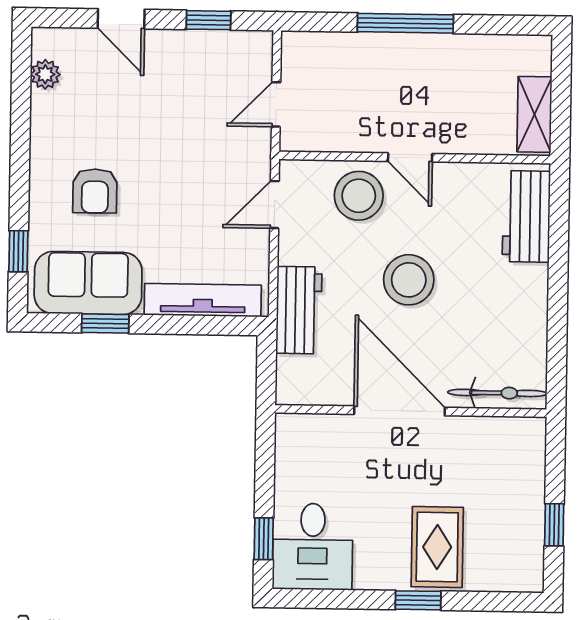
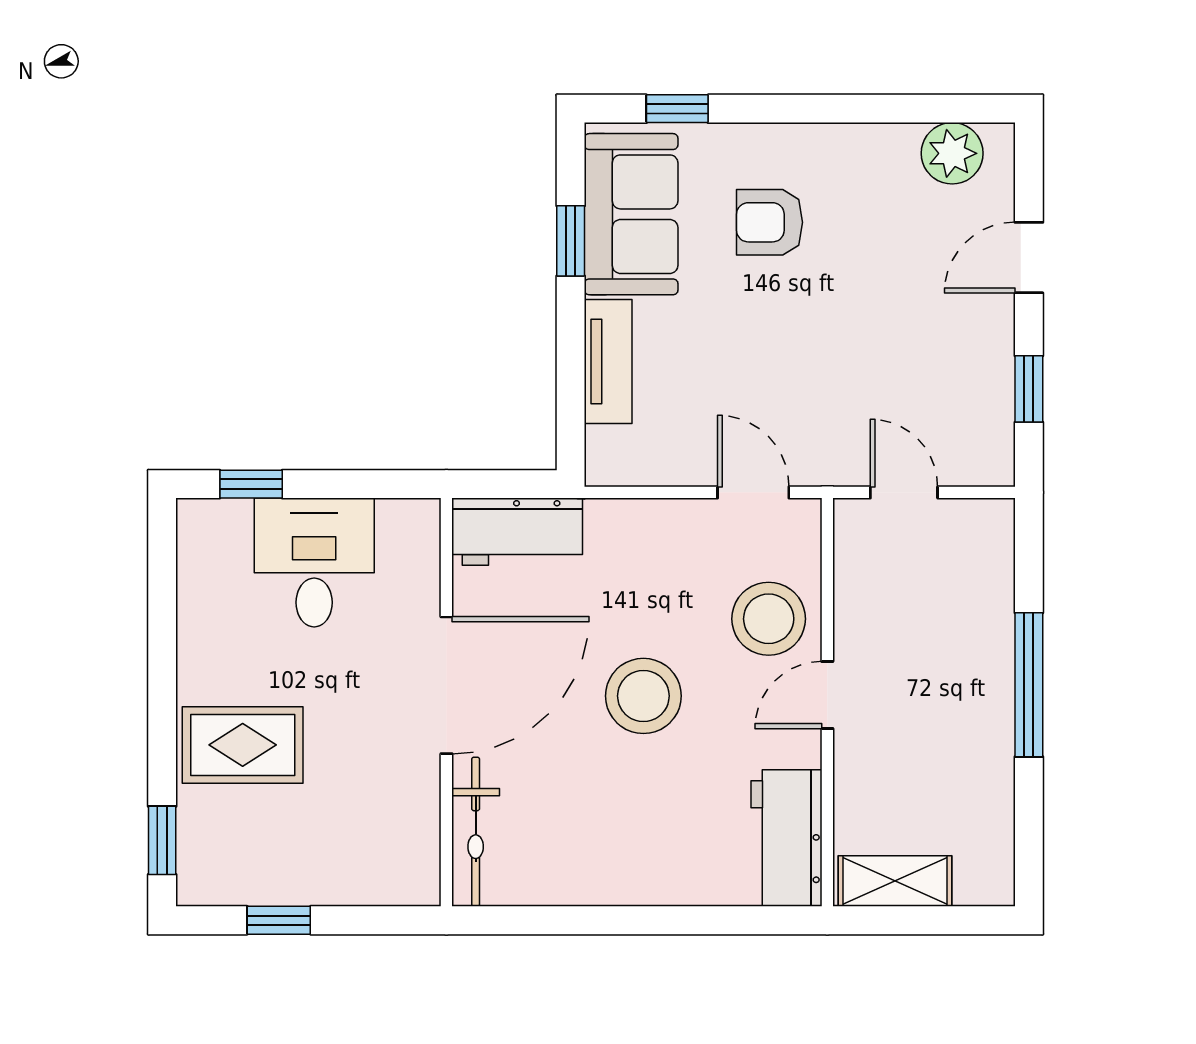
plant: (45, 74) -> (952, 153), width x1.38, depth x1.38
workbench: (526, 216) -> (787, 838), moved, turned -90
tv unit: (203, 300) -> (608, 362), width x0.71
workbench: (299, 310) -> (517, 532), moved
desk: (313, 547) -> (314, 562), moved, turned 90
window: (418, 600) -> (162, 840), moved

